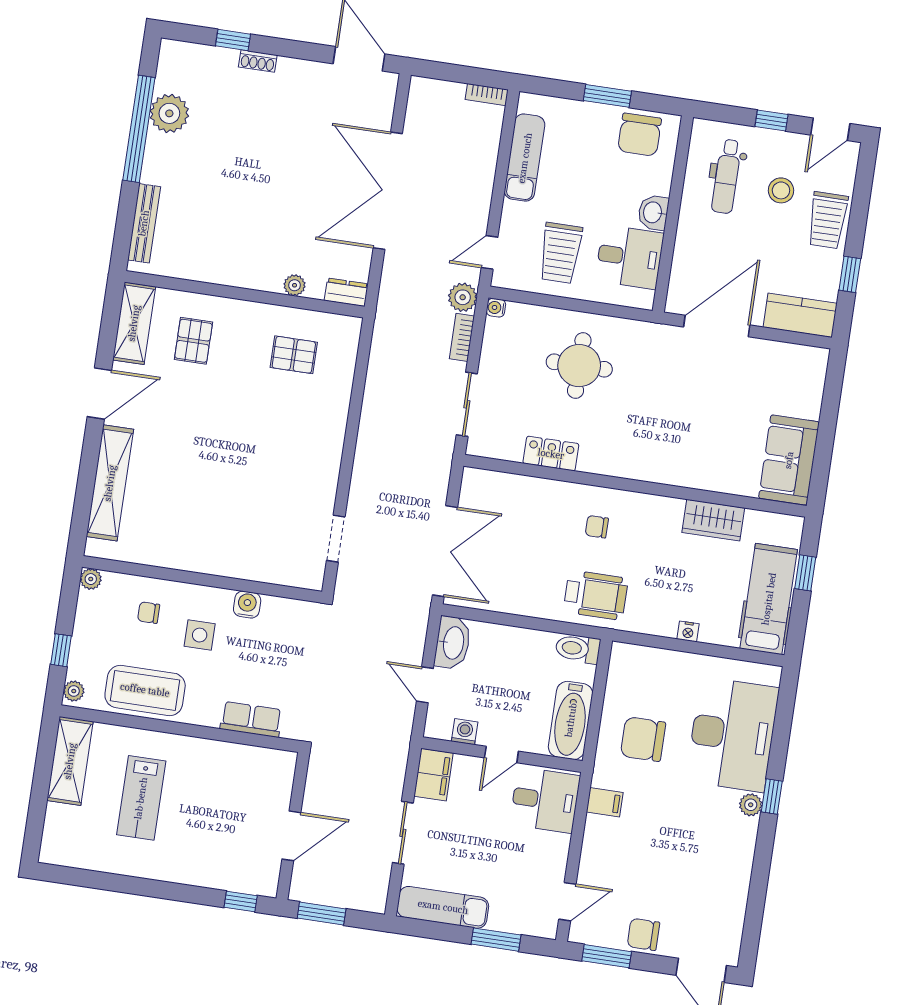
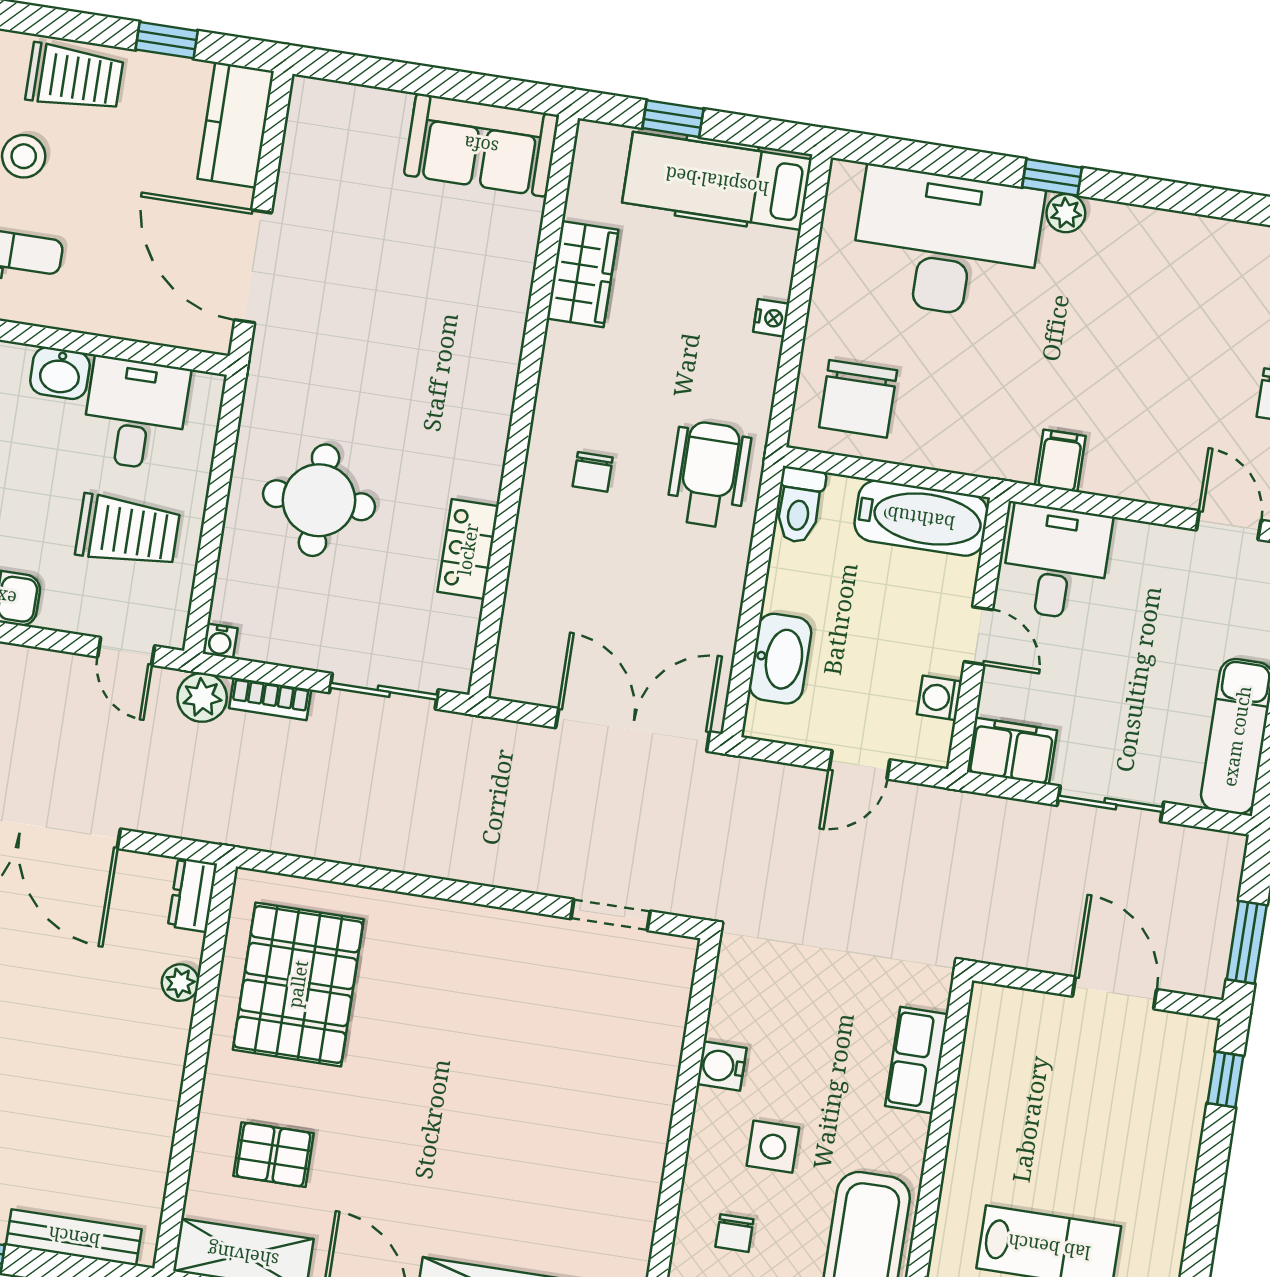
pallet: (294, 355) -> (298, 984), width x2.05, depth x2.00
washbasin: (453, 643) -> (780, 659), moved, turned 90
chair: (643, 739) -> (858, 399), moved

